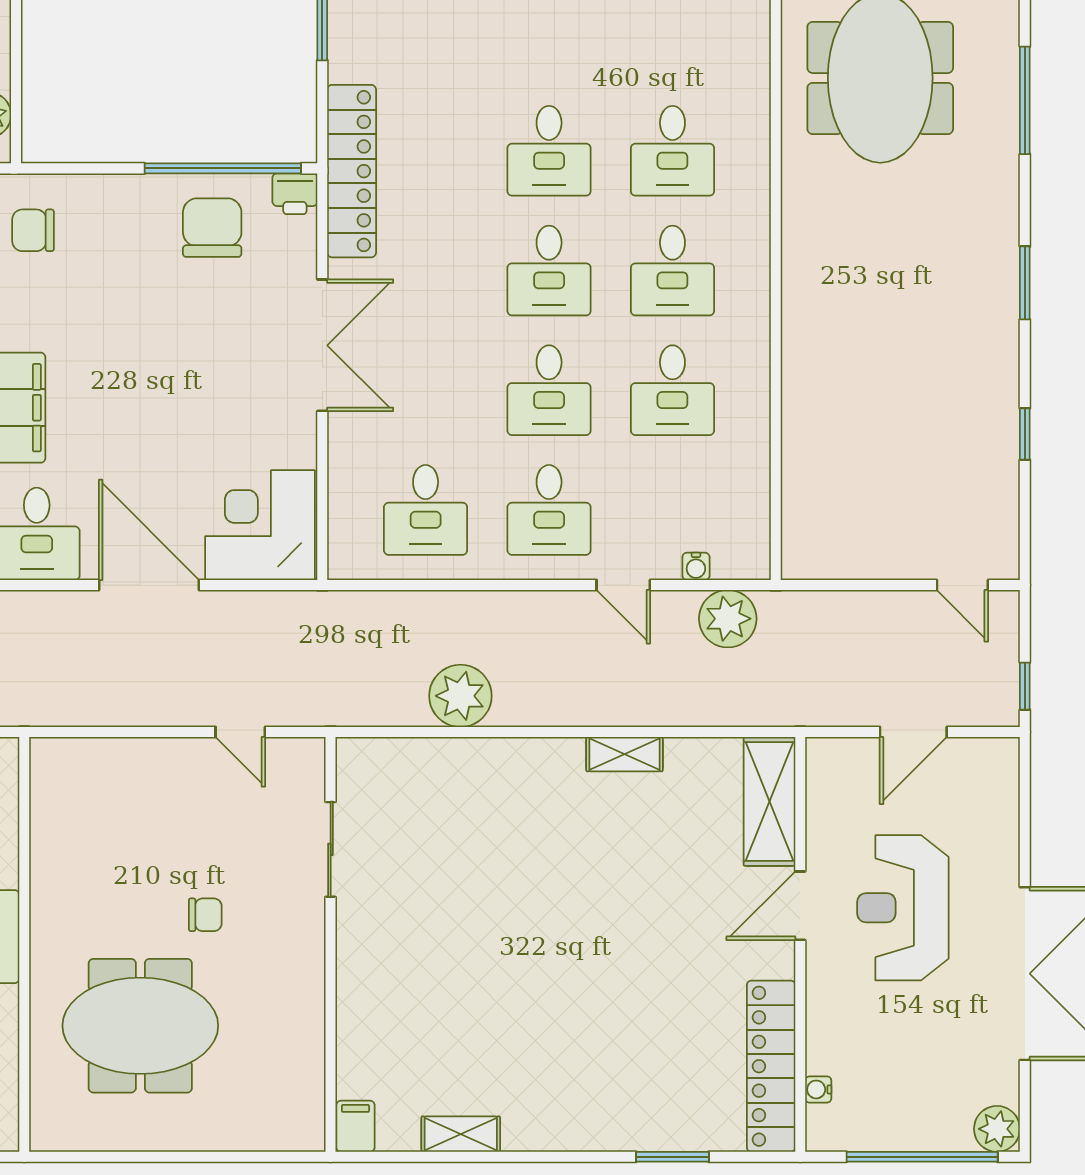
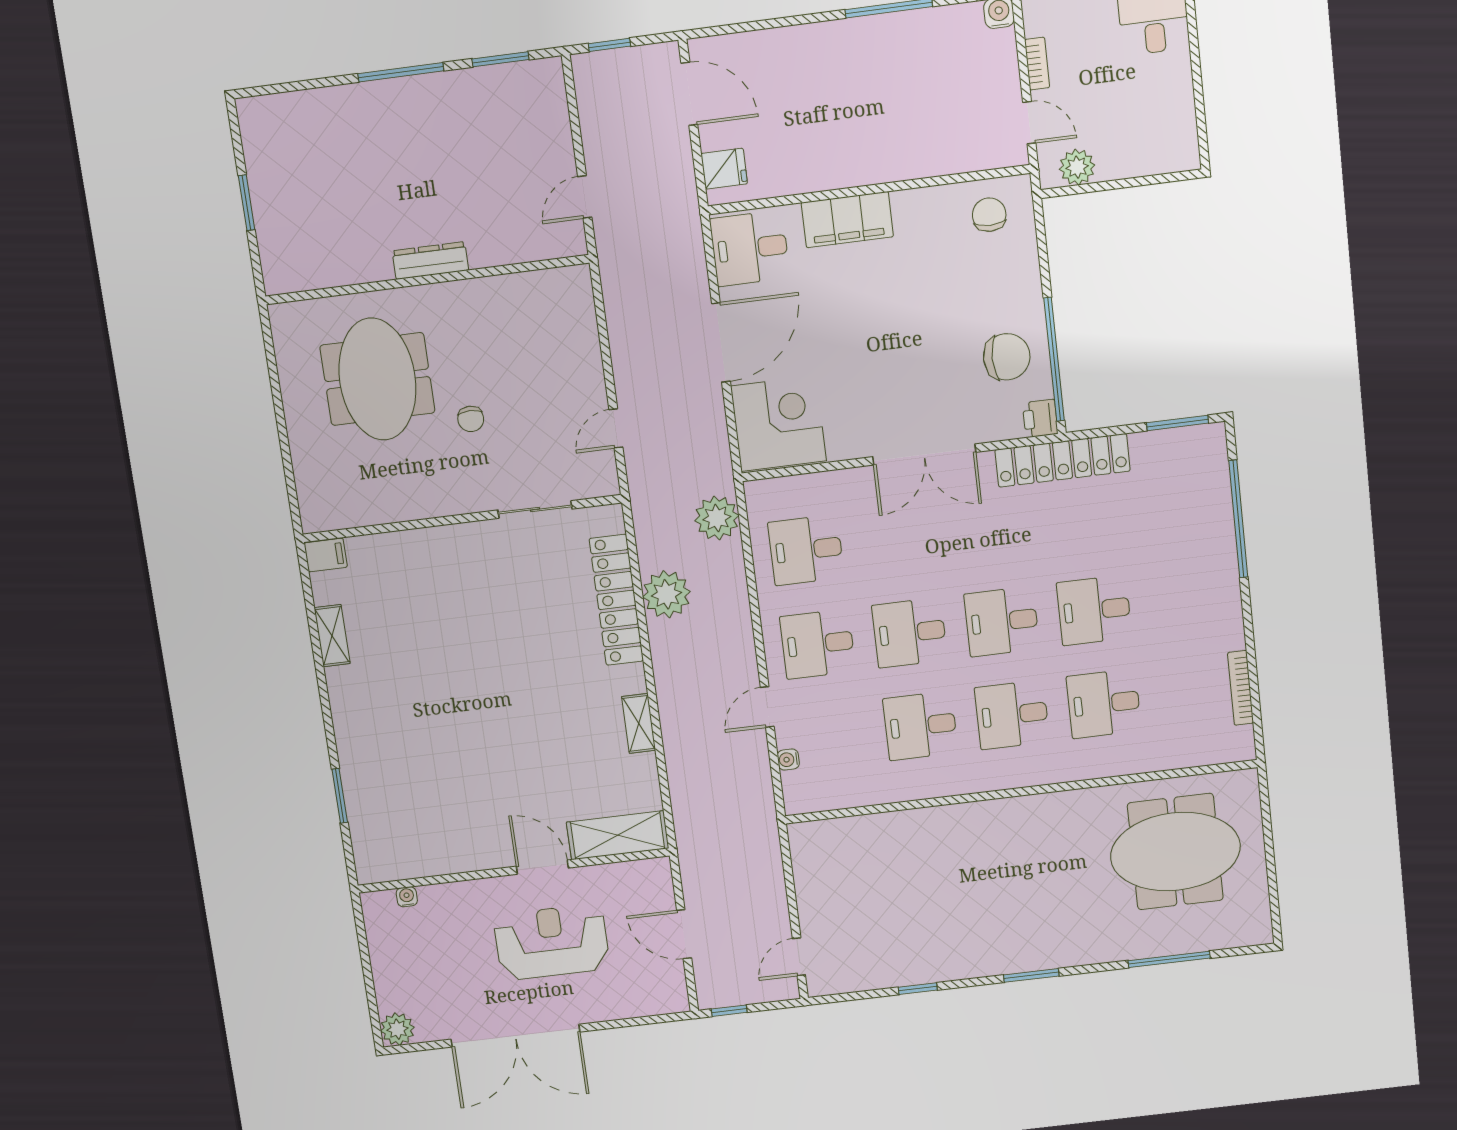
plant: (728, 619) -> (717, 518), moved
locker: (771, 1066) -> (616, 600), moved, turned -90
window: (922, 1157) -> (368, 978), removed

